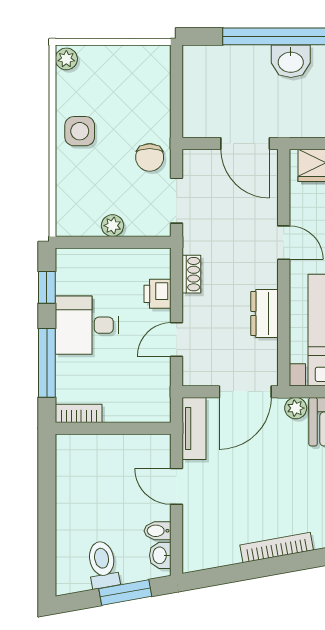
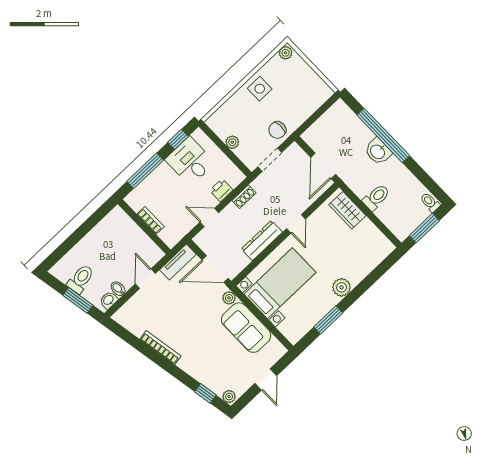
dresser: (264, 313) -> (262, 241), width x1.44
desk: (87, 325) -> (190, 161), moved
bookcase: (79, 413) -> (151, 220), moved

